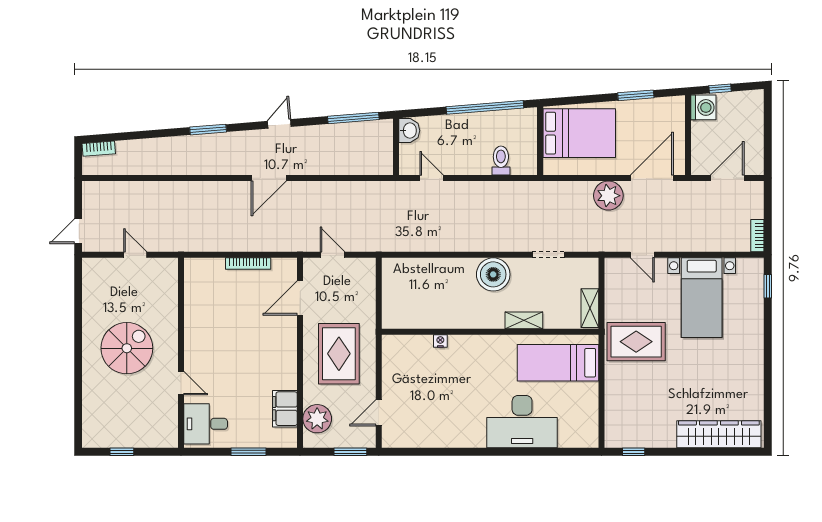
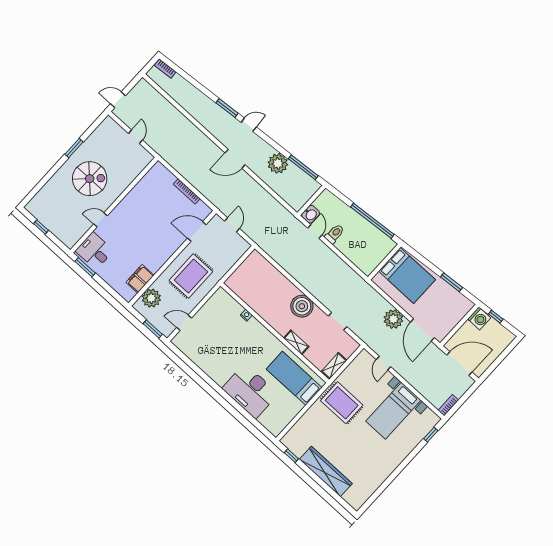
door: (279, 124) -> (249, 125), moved
washbasin: (409, 131) -> (311, 214), moved
plant: (321, 140) -> (278, 163), added
toilet: (501, 161) -> (335, 234), moved
door: (652, 178) -> (422, 330), swing flipped
door: (727, 178) -> (459, 364), width x1.36
window: (78, 330) -> (74, 148), added
door: (181, 383) -> (101, 220), swing flipped
wardrobe: (719, 434) -> (326, 471), moved
window: (248, 452) -> (85, 267), moved

